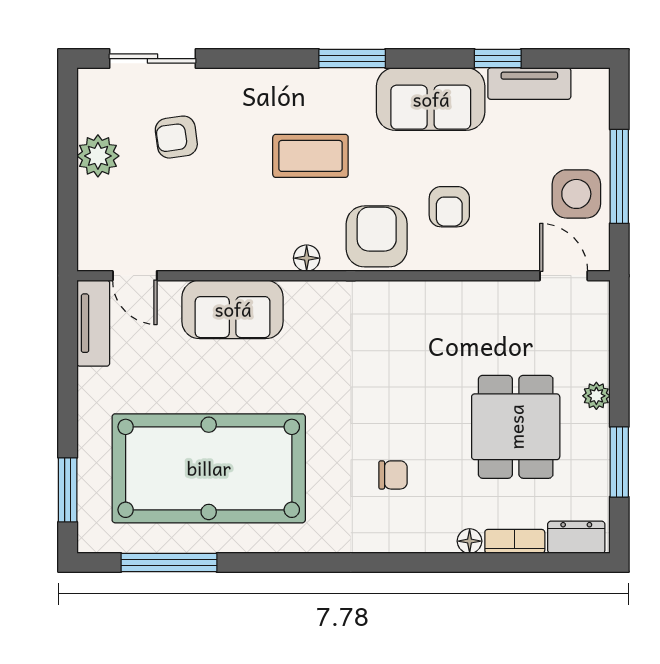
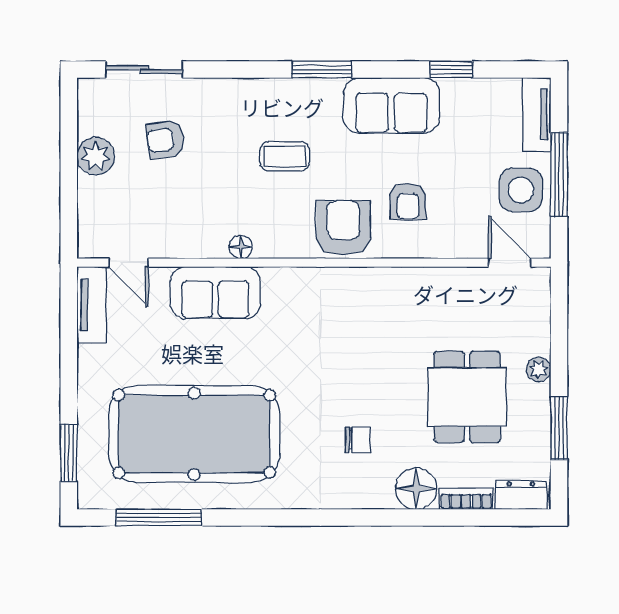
tv unit: (529, 84) -> (537, 115), moved, turned 90
coffee table: (310, 156) -> (285, 156), width x0.73, depth x0.77
floor lamp: (307, 258) -> (241, 247), moved
floor lamp: (470, 541) -> (416, 489), width x1.89, depth x1.89

